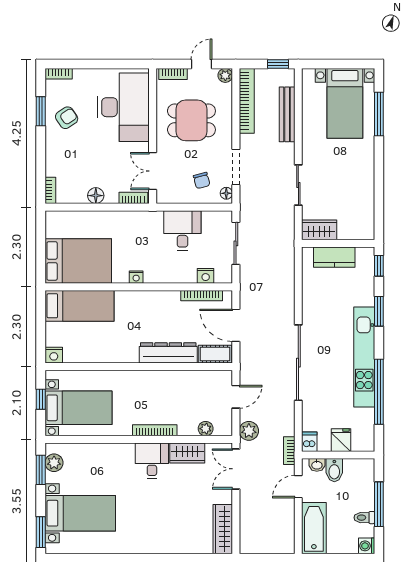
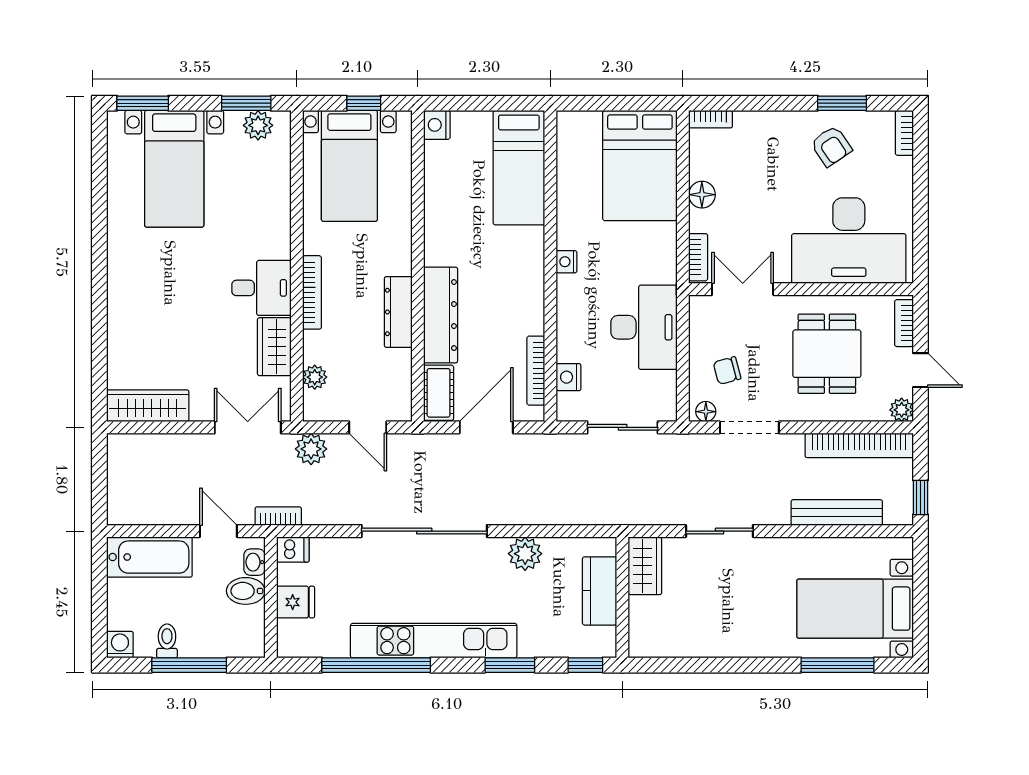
desk: (182, 230) -> (644, 327), width x1.37
bed: (78, 261) -> (640, 166), moved
plant: (312, 302) -> (525, 554), added
dresser: (166, 378) -> (398, 312), added

